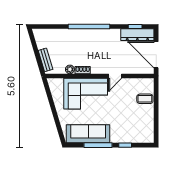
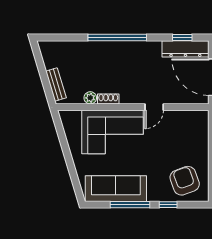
coffee table: (145, 99) -> (196, 139), removed
armchair: (137, 128) -> (185, 181), added

